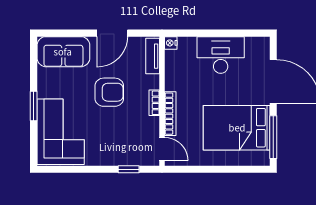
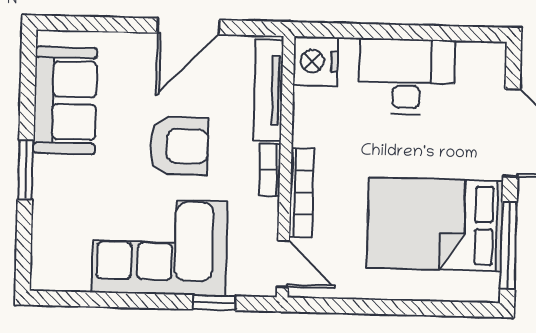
nightstand: (171, 43) -> (316, 61), width x1.89, depth x1.79
sofa: (63, 52) -> (65, 100), moved, turned -90
tv unit: (153, 56) -> (269, 90), width x1.41
corner sofa: (61, 132) -> (159, 247), moved, turned -90

